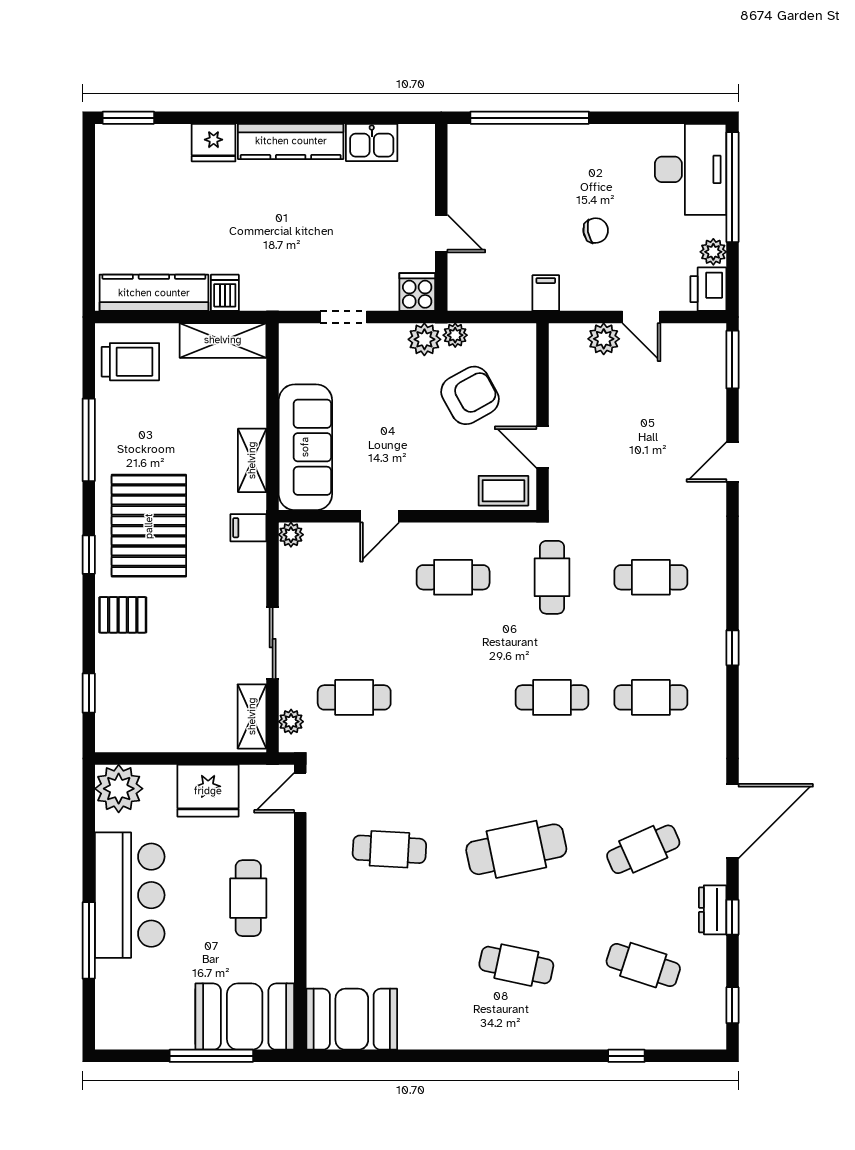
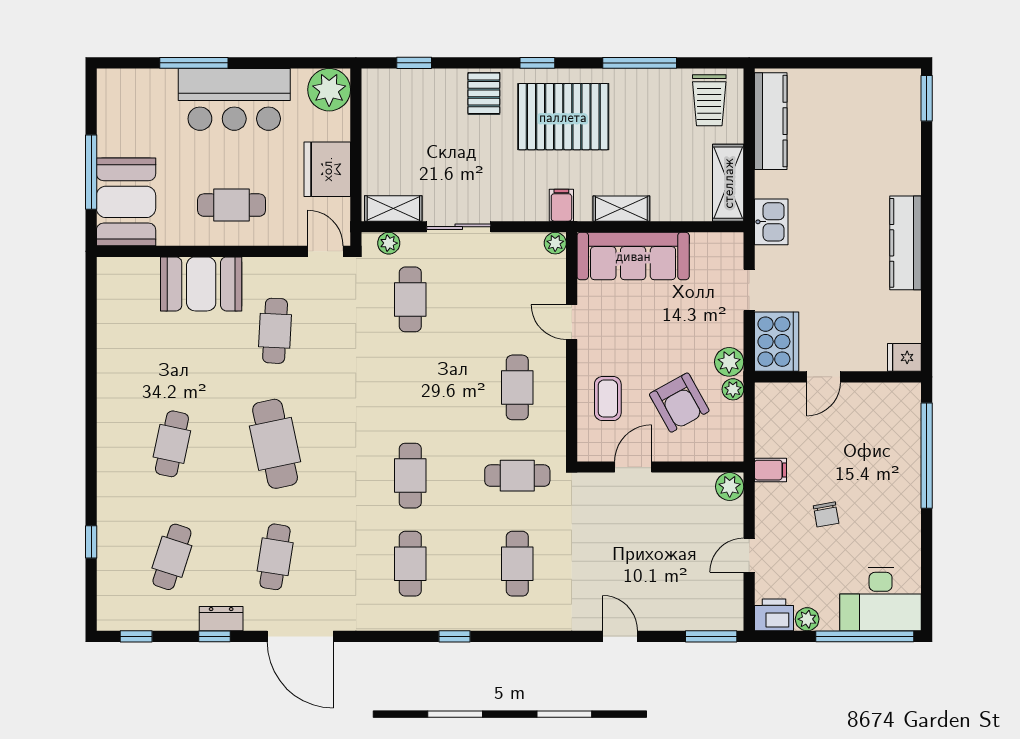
kitchen sink: (372, 142) -> (771, 222), moved, turned 180
fridge: (214, 143) -> (904, 357), moved, width x0.72
cooker: (417, 292) -> (777, 342), width x1.87, depth x1.31
dishwasher: (225, 293) -> (771, 184), removed
plant: (604, 339) -> (730, 487), moved
coffee table: (503, 491) -> (608, 399), moved
cafe table: (643, 849) -> (275, 557), turned 33
booth: (352, 1019) -> (201, 284), moved, turned 90

